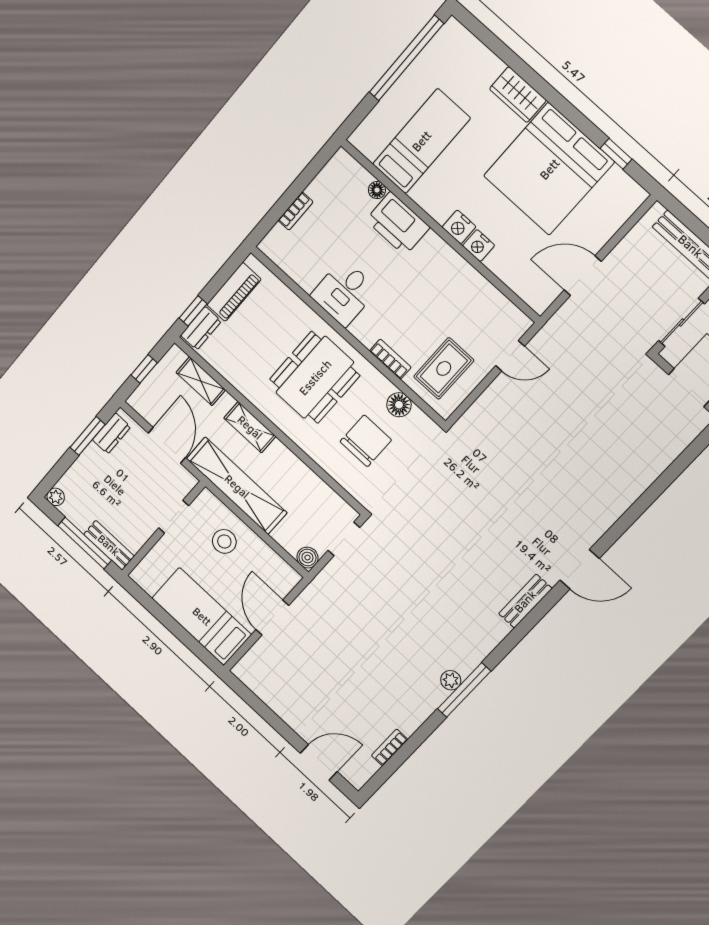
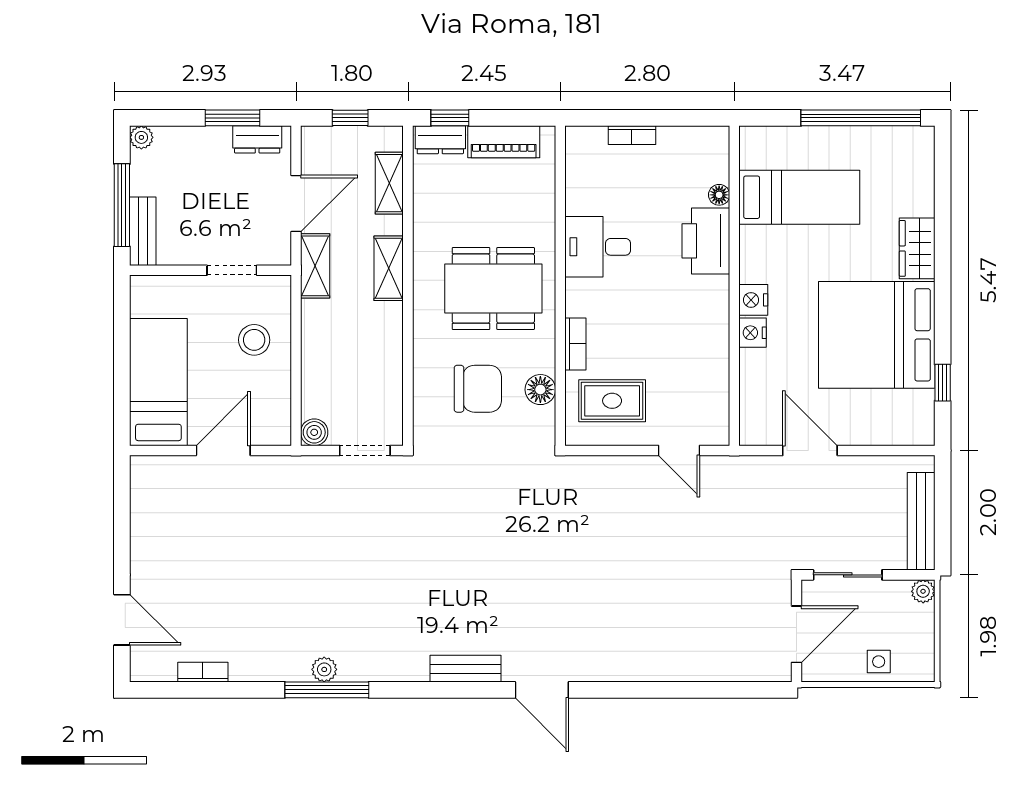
shelving: (237, 486) -> (315, 266), width x0.45, depth x0.75

